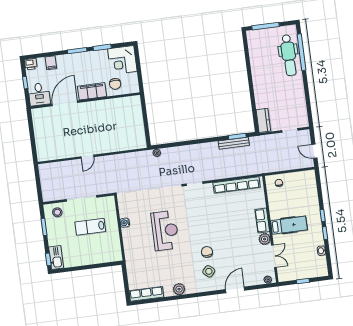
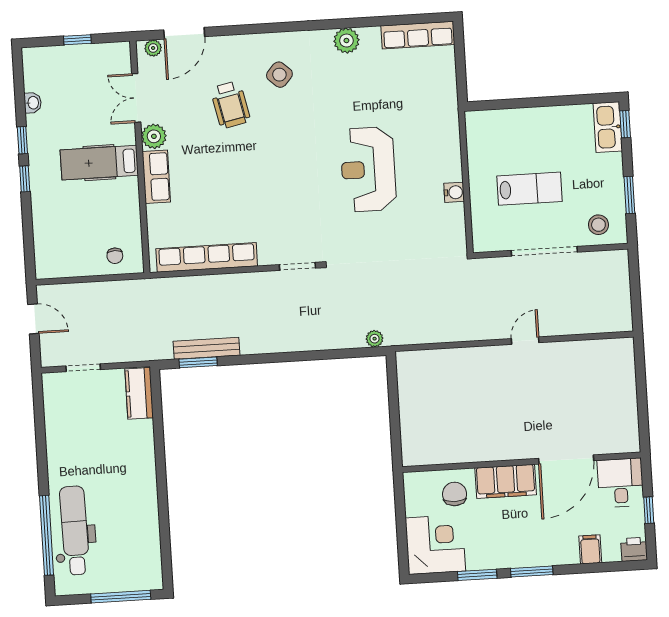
chair: (207, 252) -> (281, 117), removed
wheelchair: (230, 256) -> (230, 105), added
door: (235, 290) -> (184, 33), moved

